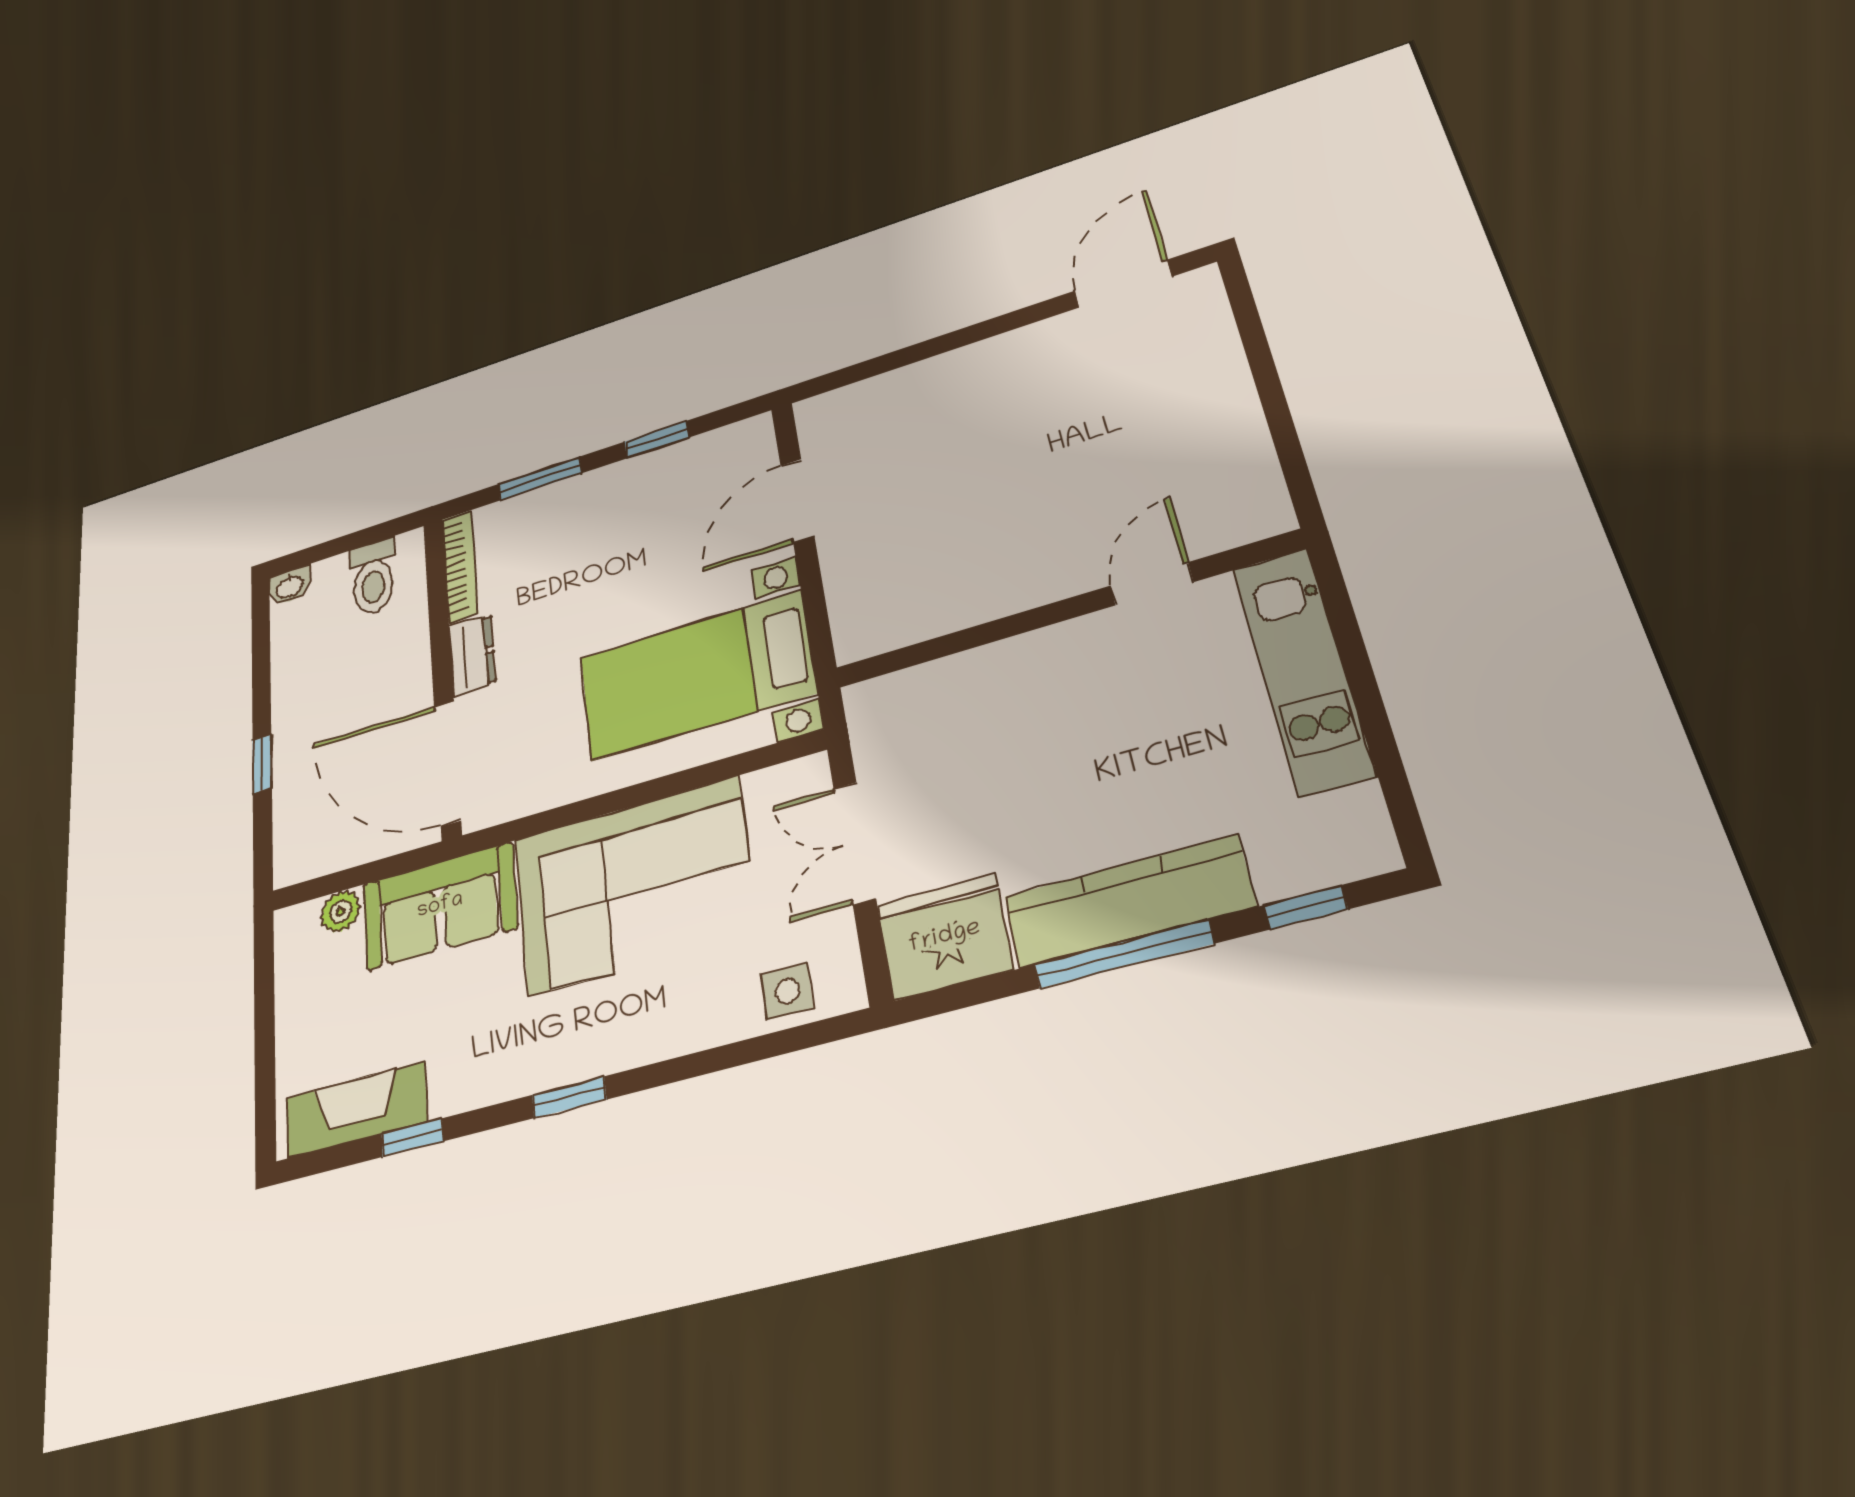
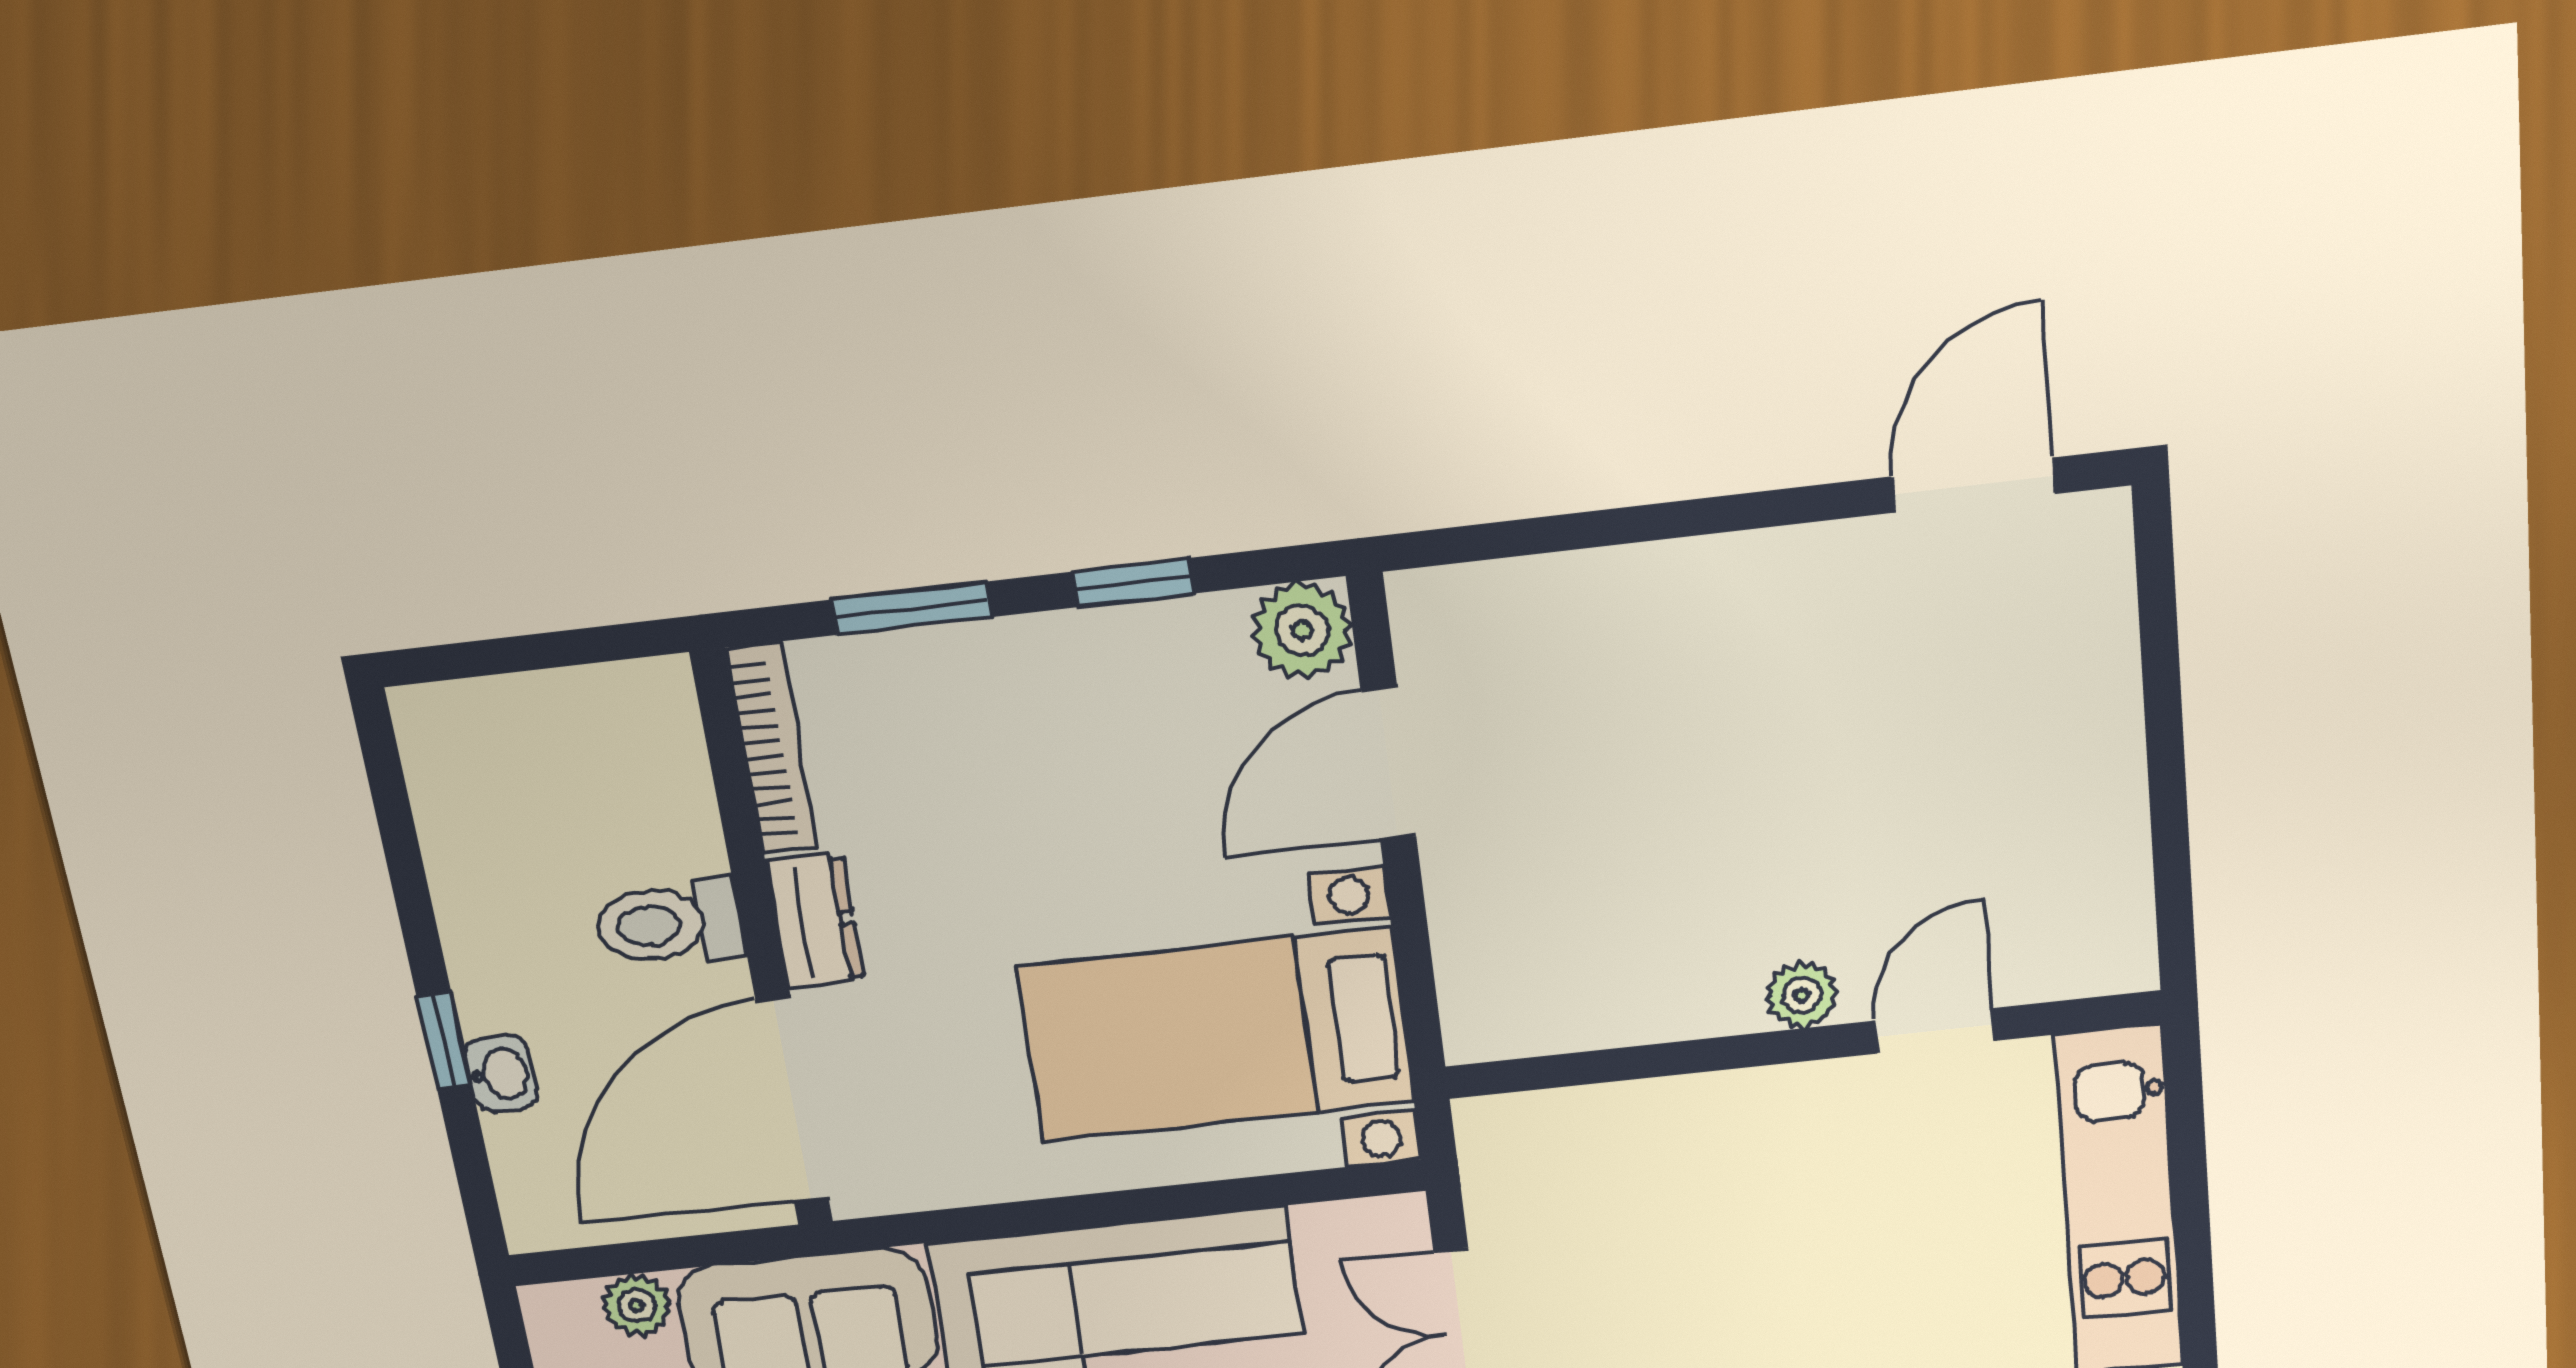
plant: (748, 442) -> (1302, 630), added
toilet: (373, 577) -> (669, 923), moved, turned 90
plant: (1060, 579) -> (1802, 995), added
washbasin: (290, 586) -> (501, 1074), moved, turned -90
door: (447, 763) -> (792, 1100), hinge flipped

